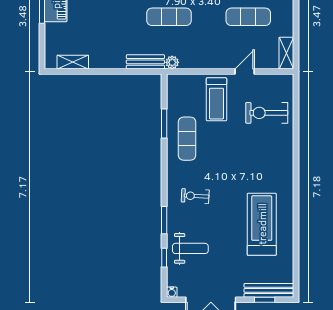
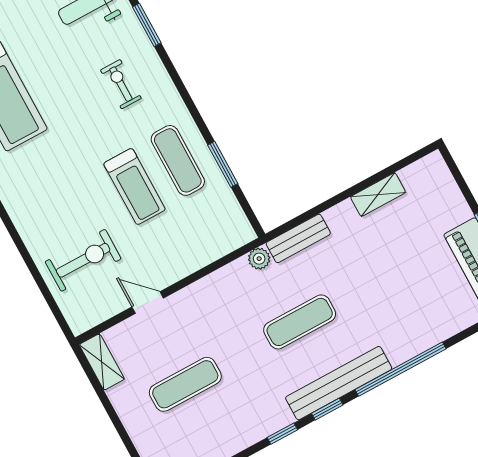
shelving: (73, 62) -> (378, 195), moved
door: (245, 71) -> (148, 303), swing flipped
treadmill: (216, 99) -> (134, 187), moved, turned 180
exercise bike: (195, 196) -> (121, 84), turned -93

